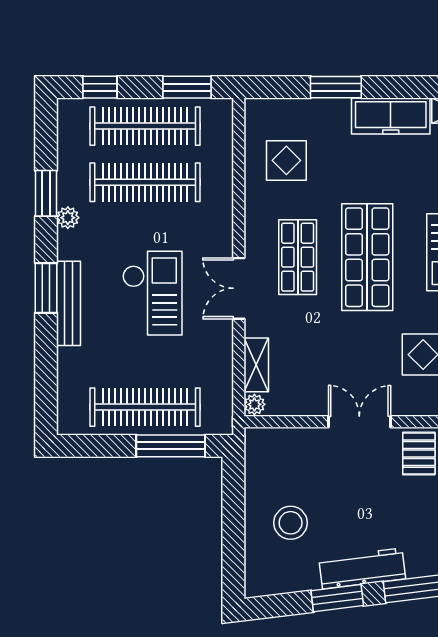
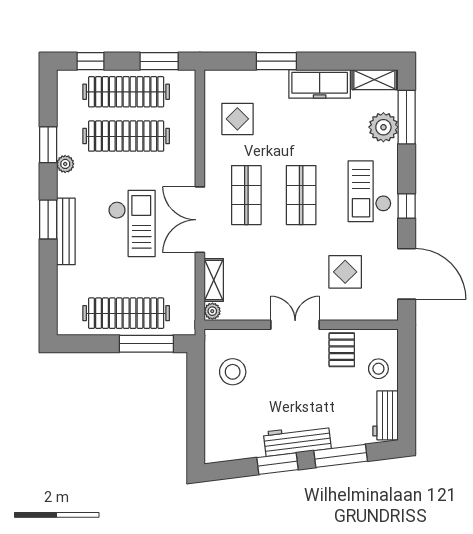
shop shelf: (367, 257) -> (301, 195), width x0.70, depth x0.74
double door: (239, 288) -> (200, 220), width x1.37
stool: (291, 523) -> (233, 372), moved

